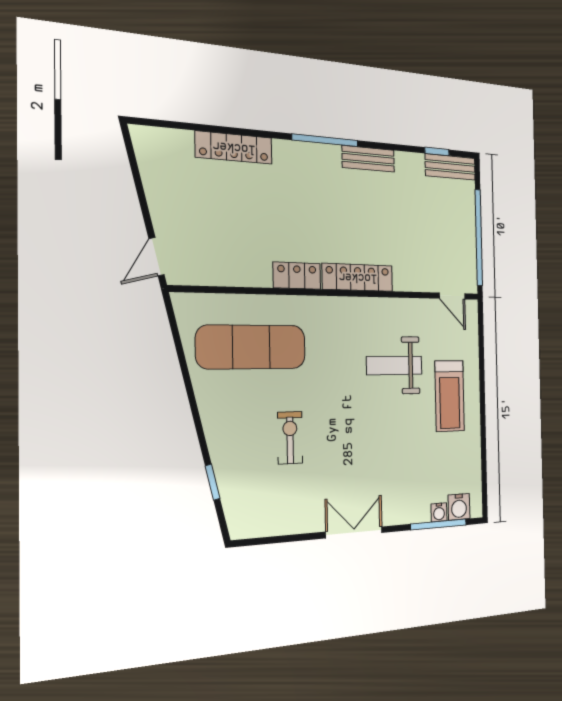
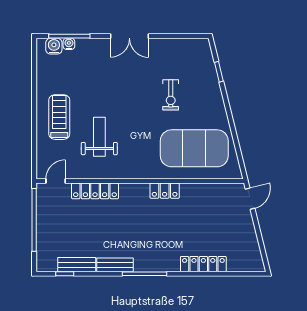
bench: (450, 167) -> (77, 265), moved
locker: (358, 277) -> (95, 191), moved
door: (452, 296) -> (56, 181), hinge flipped
exercise mat: (251, 347) -> (194, 148), width x1.47
weight bench: (394, 365) -> (99, 137), turned -90

